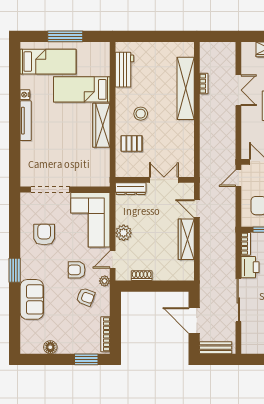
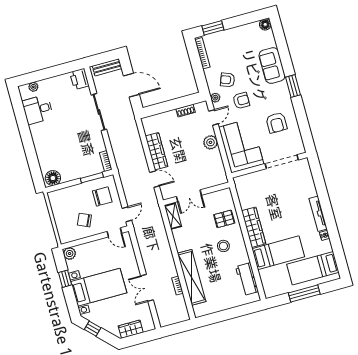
shelving: (188, 162) -> (173, 216), added
dresser: (131, 189) -> (215, 181), removed
printer: (250, 267) -> (79, 79), moved
floor lamp: (50, 347) -> (265, 24), moved

